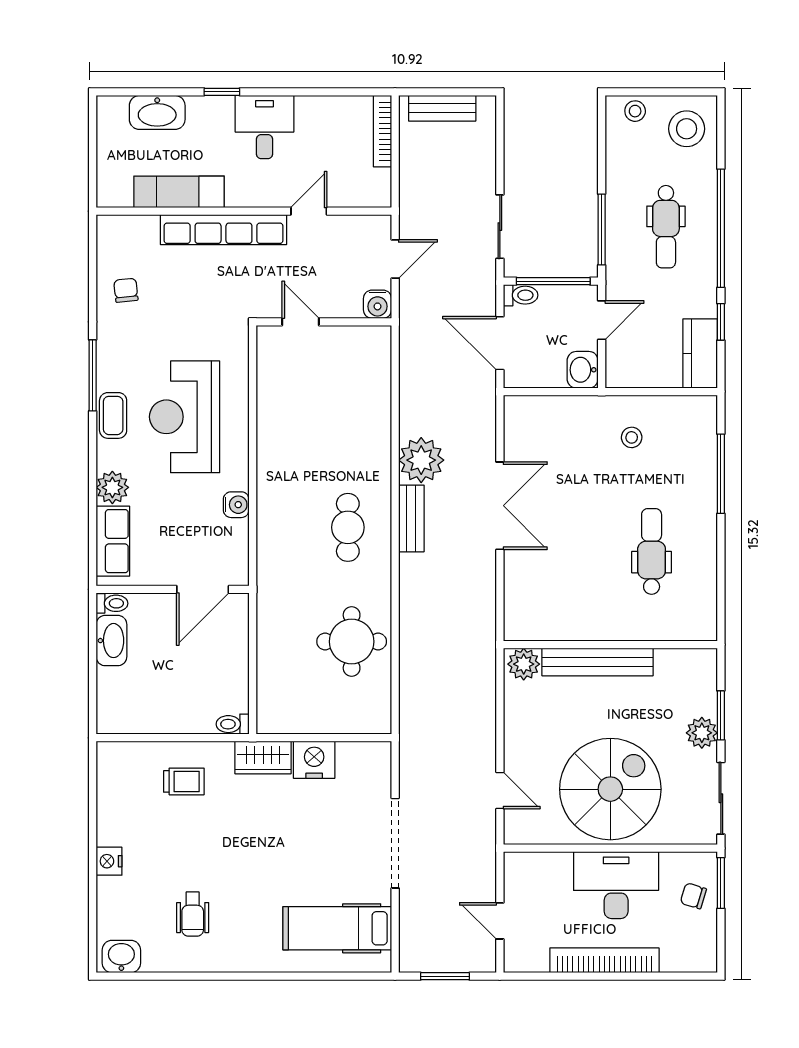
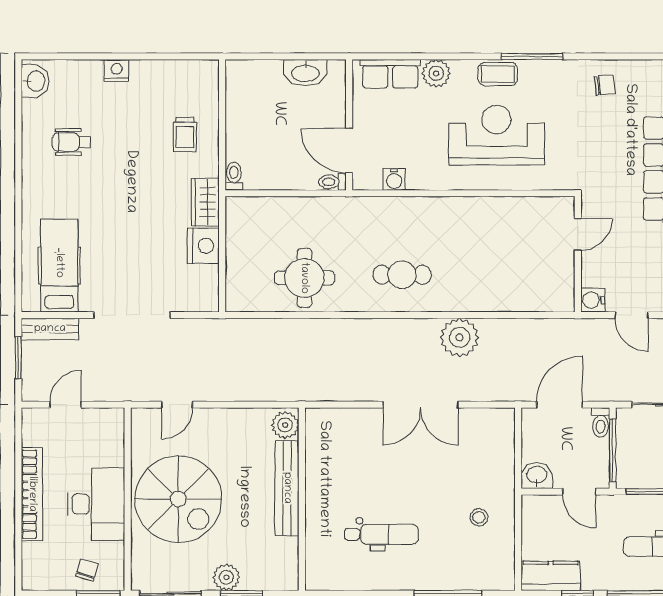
water cooler: (236, 505) -> (394, 179), moved
bench: (411, 518) -> (50, 329), moved
toilet: (112, 603) -> (332, 182), moved, turned 90

